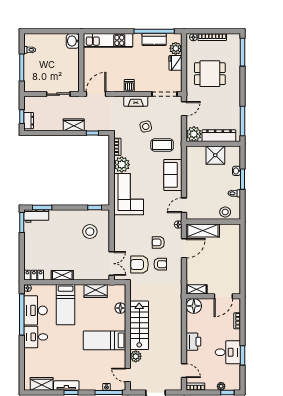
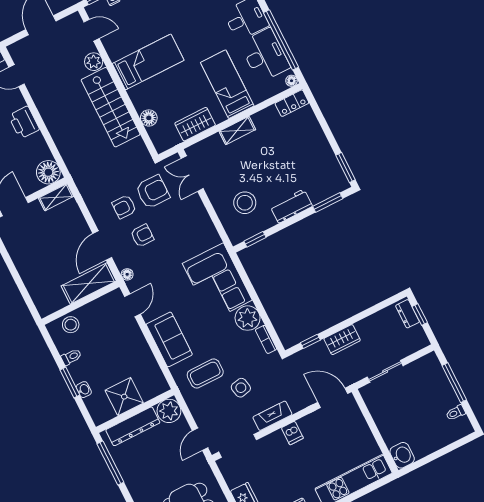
door: (96, 94) -> (333, 398), swing flipped
workbench: (36, 216) -> (291, 206), moved
shelving: (62, 275) -> (237, 130), moved

